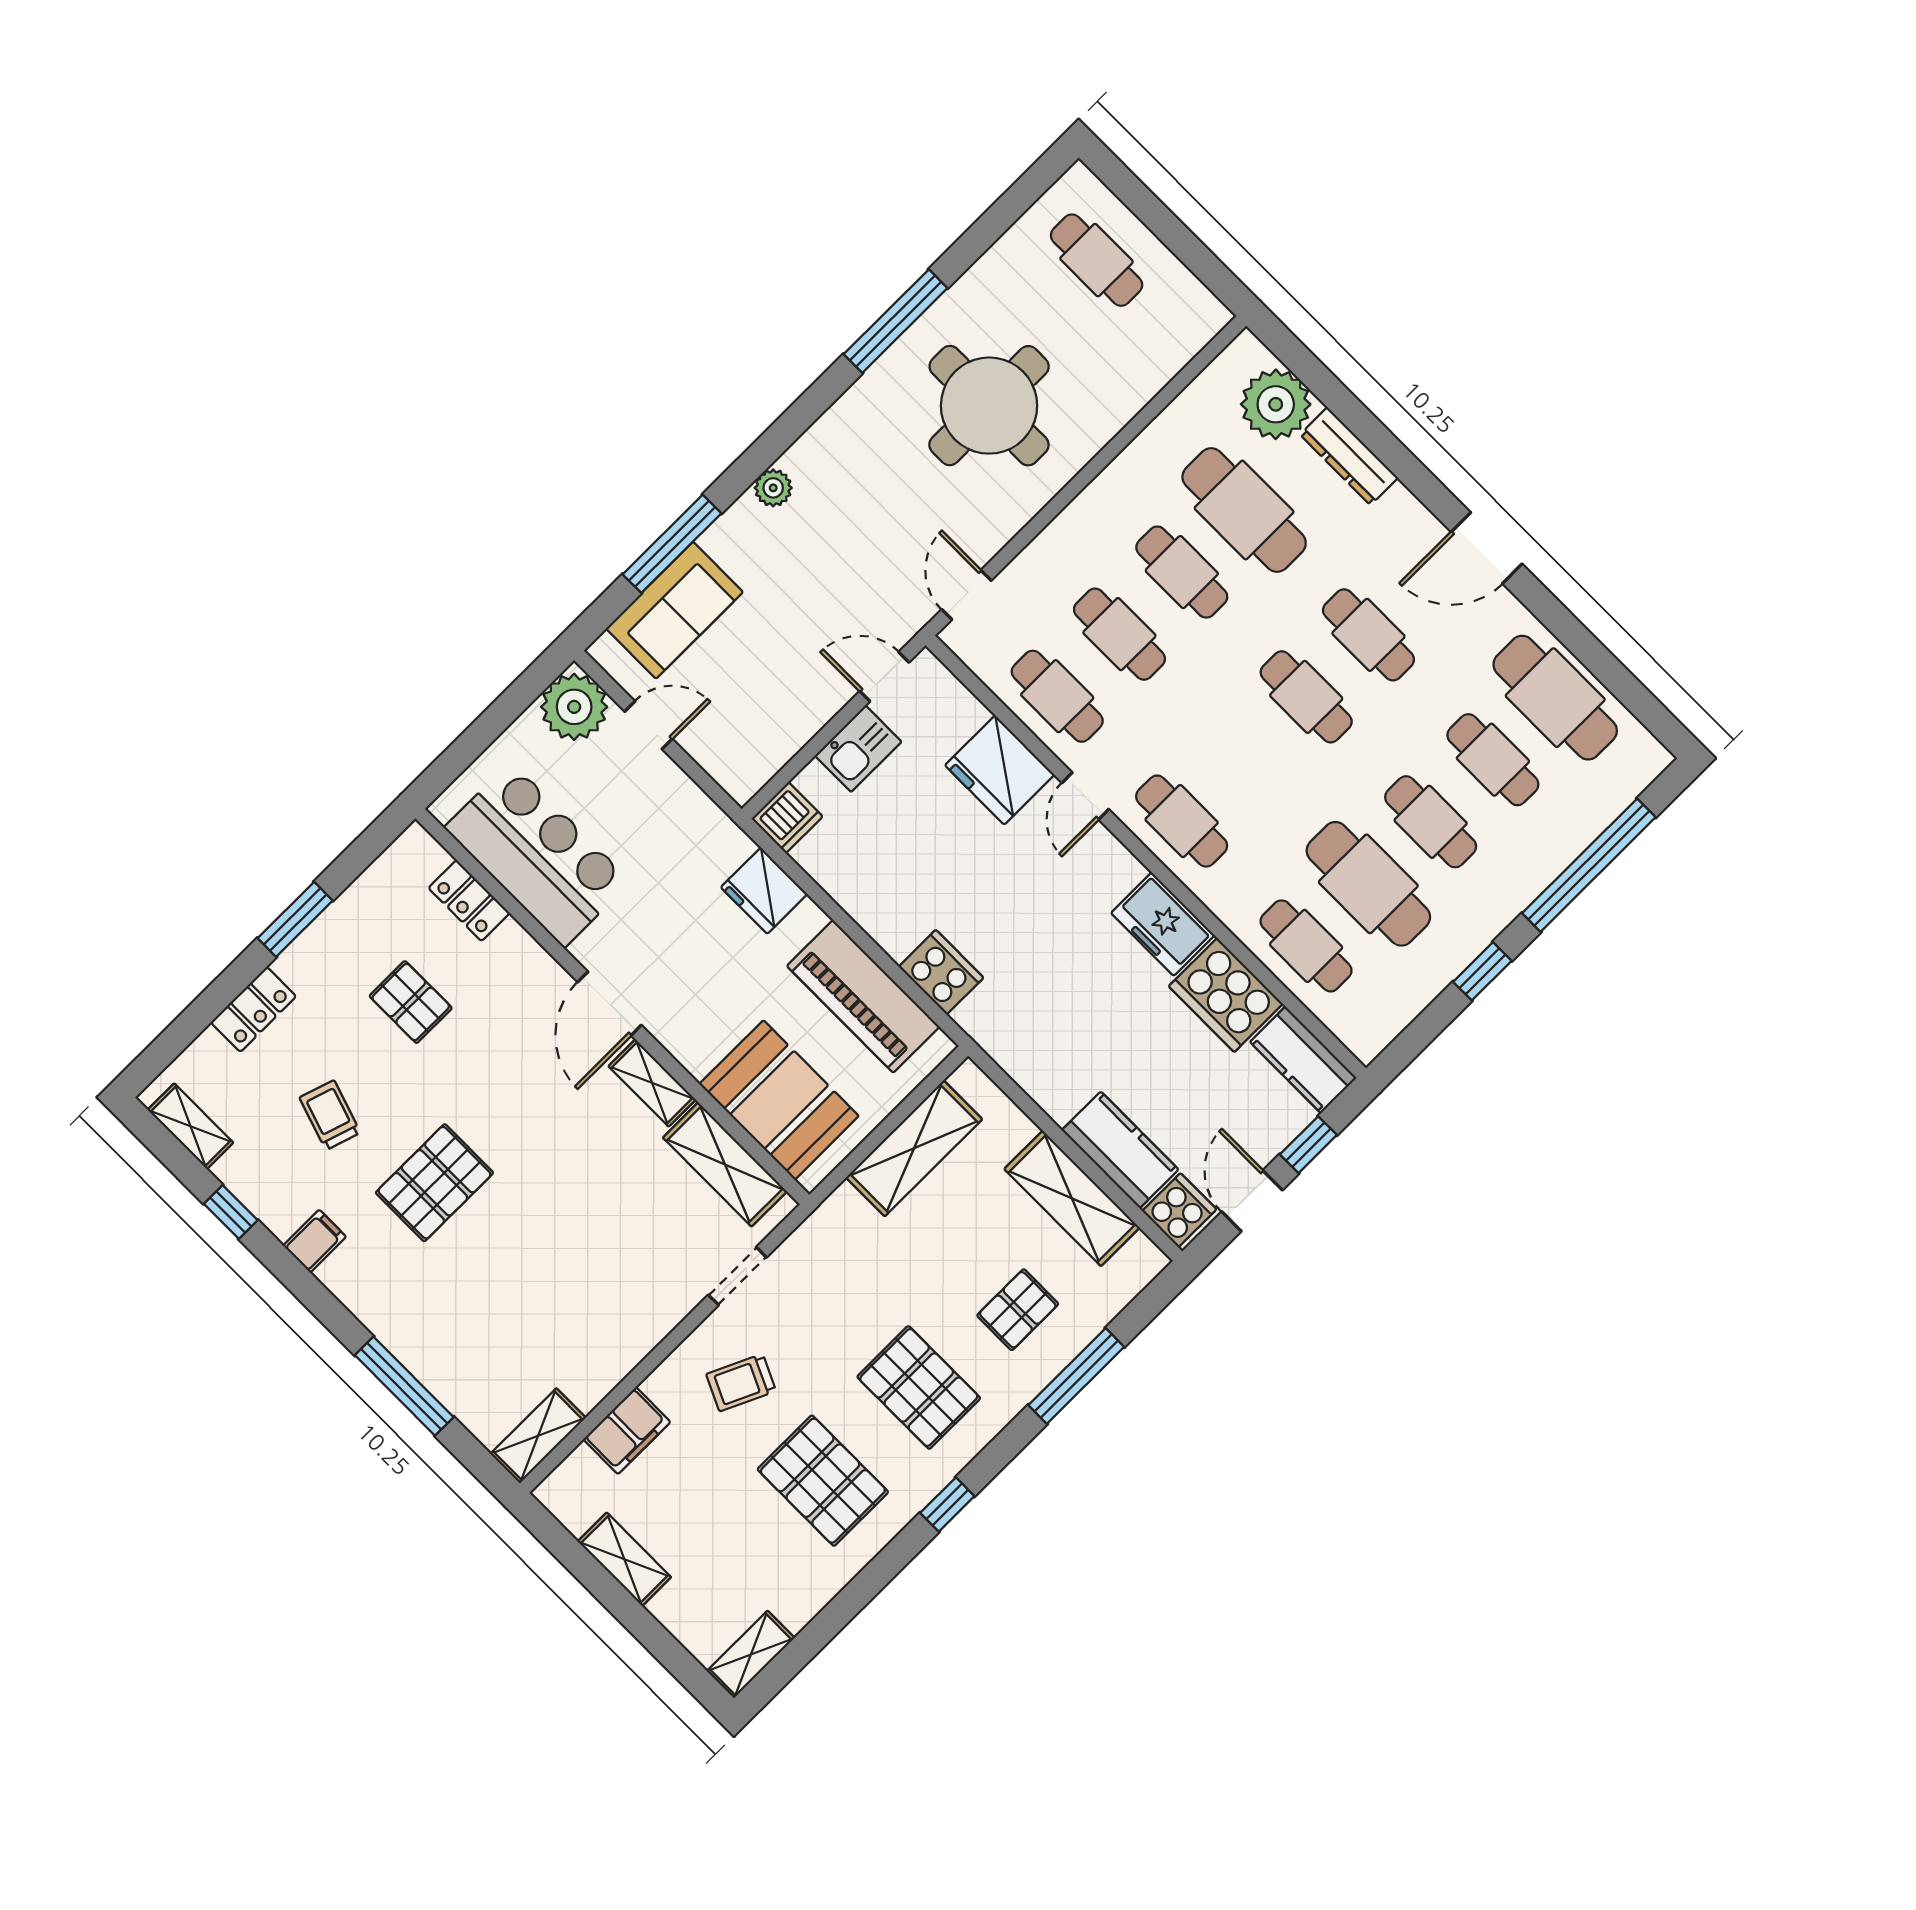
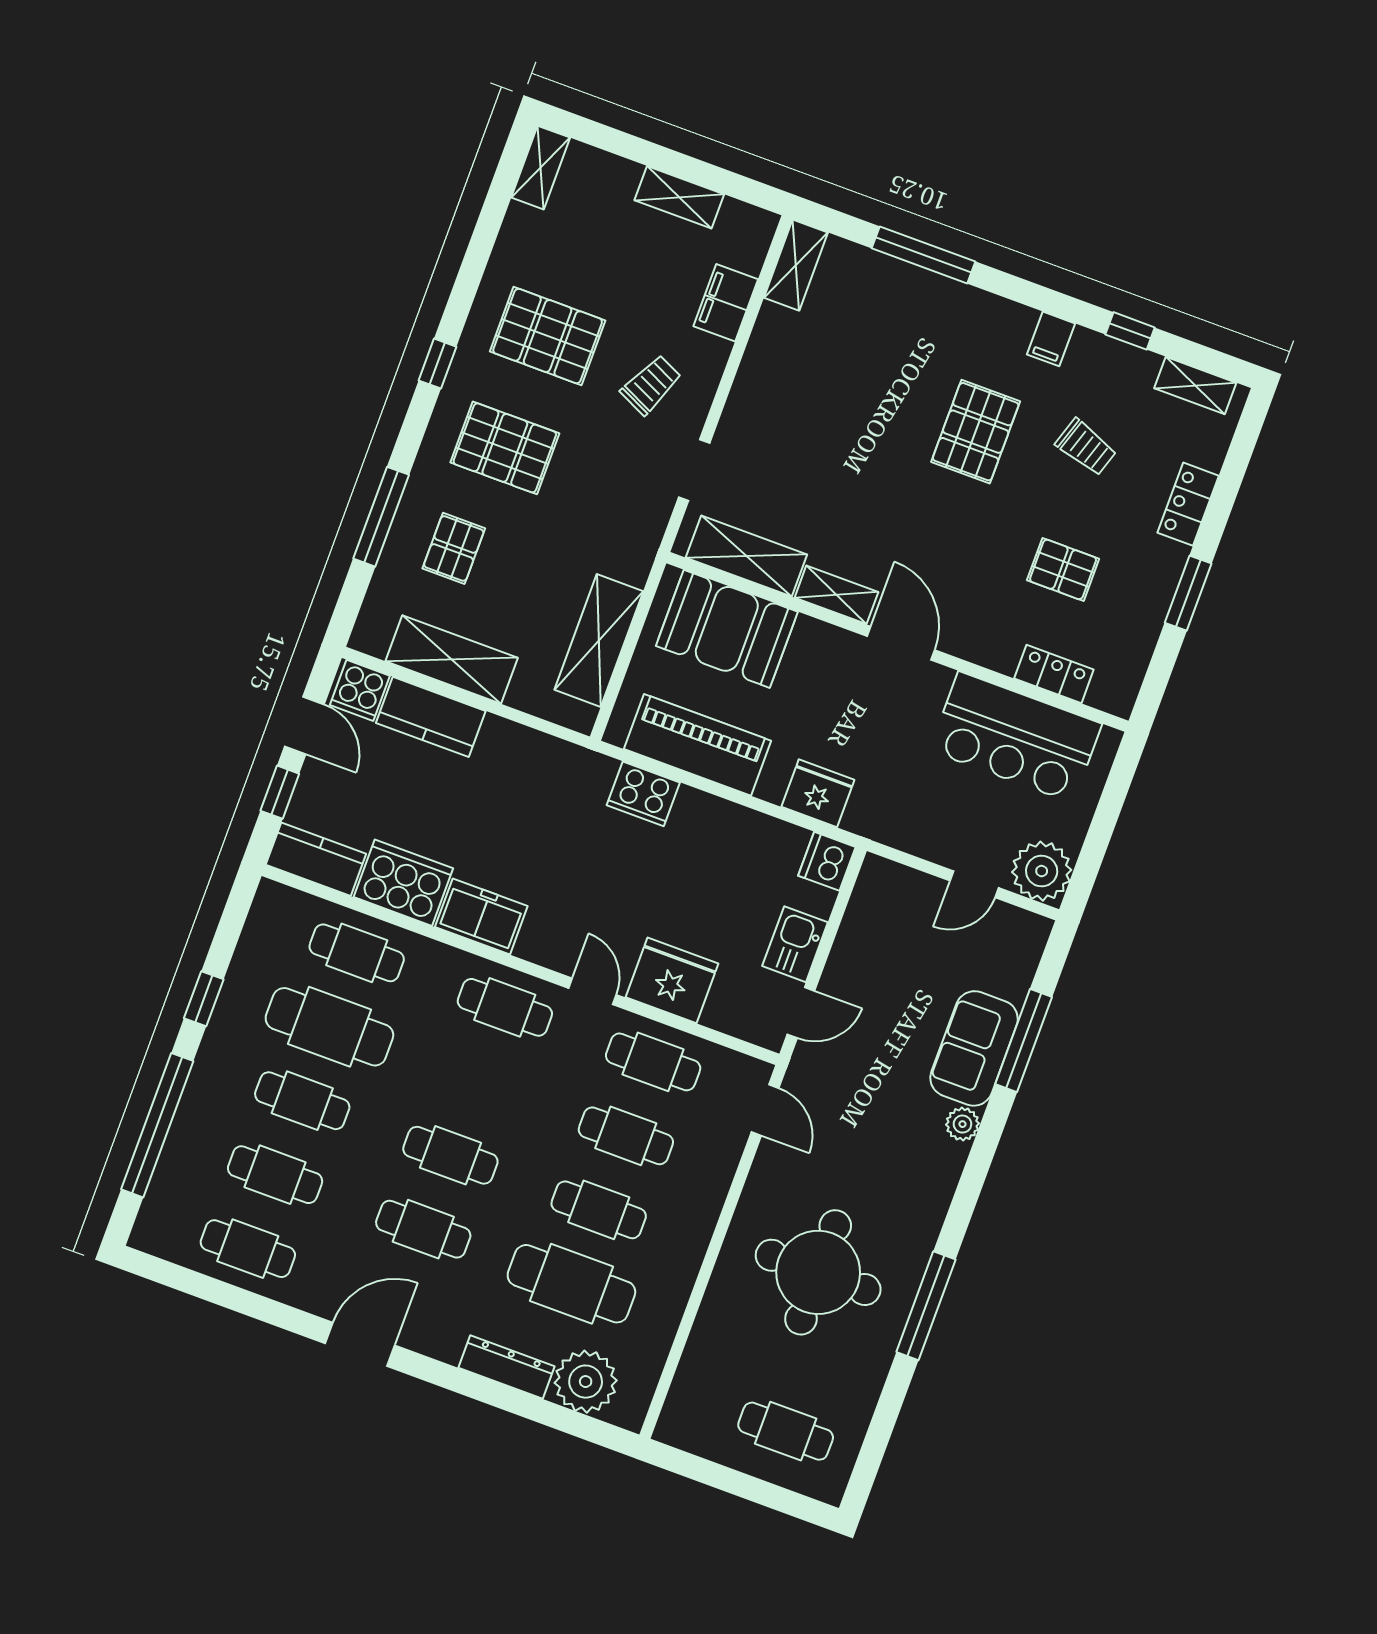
sofa: (674, 610) -> (974, 1048), moved
cafe table: (1555, 698) -> (248, 1249), width x0.73, depth x0.74

